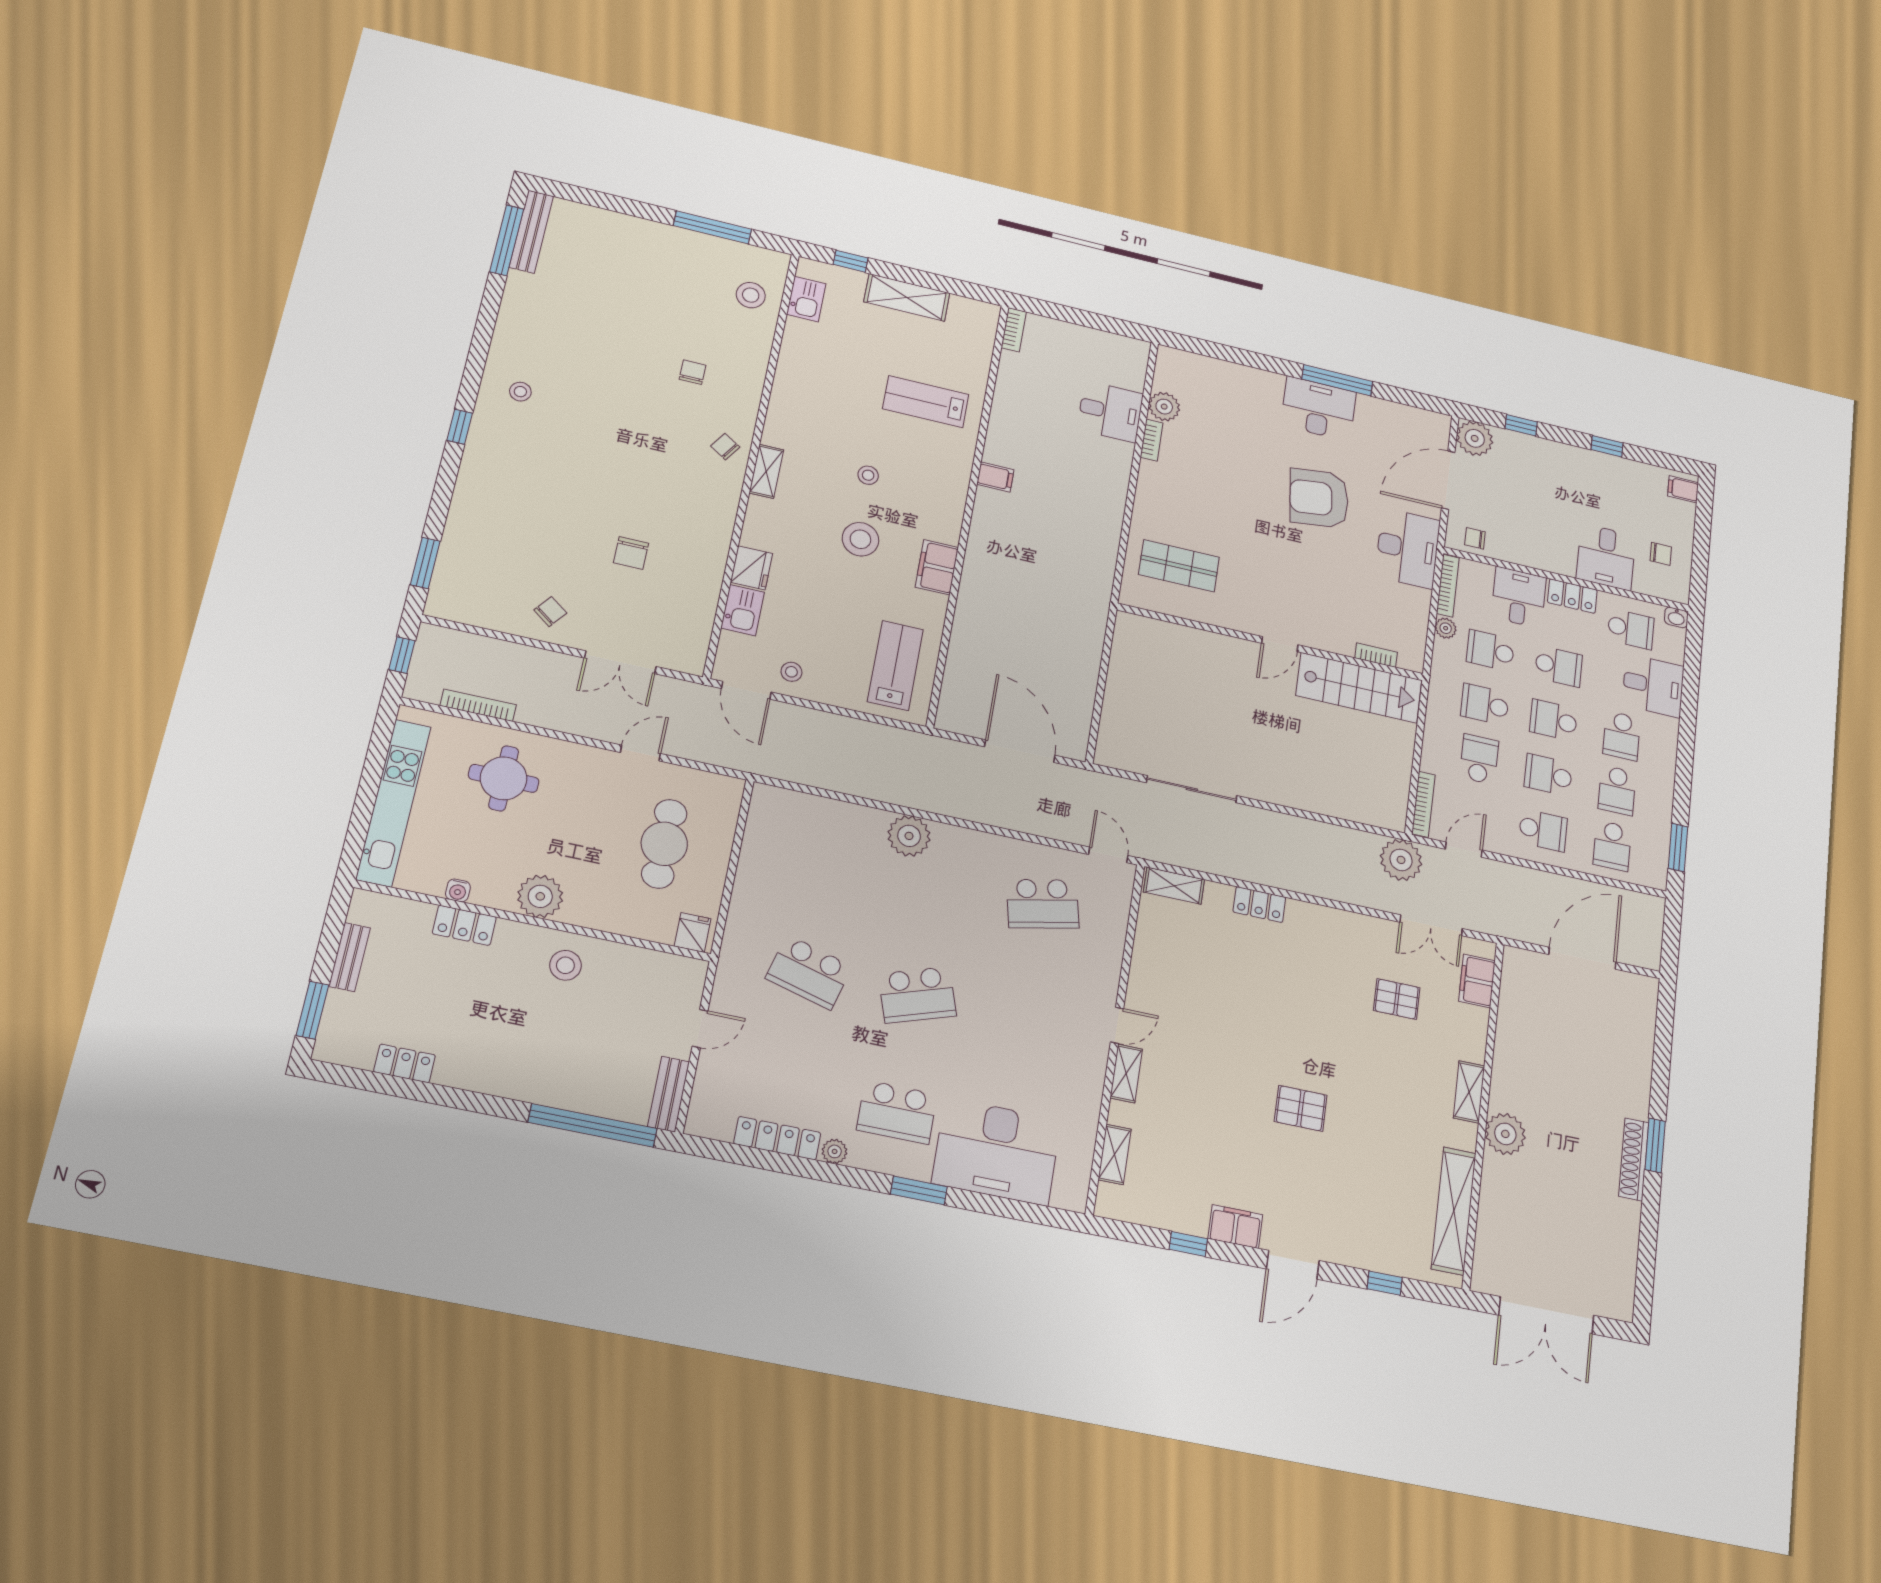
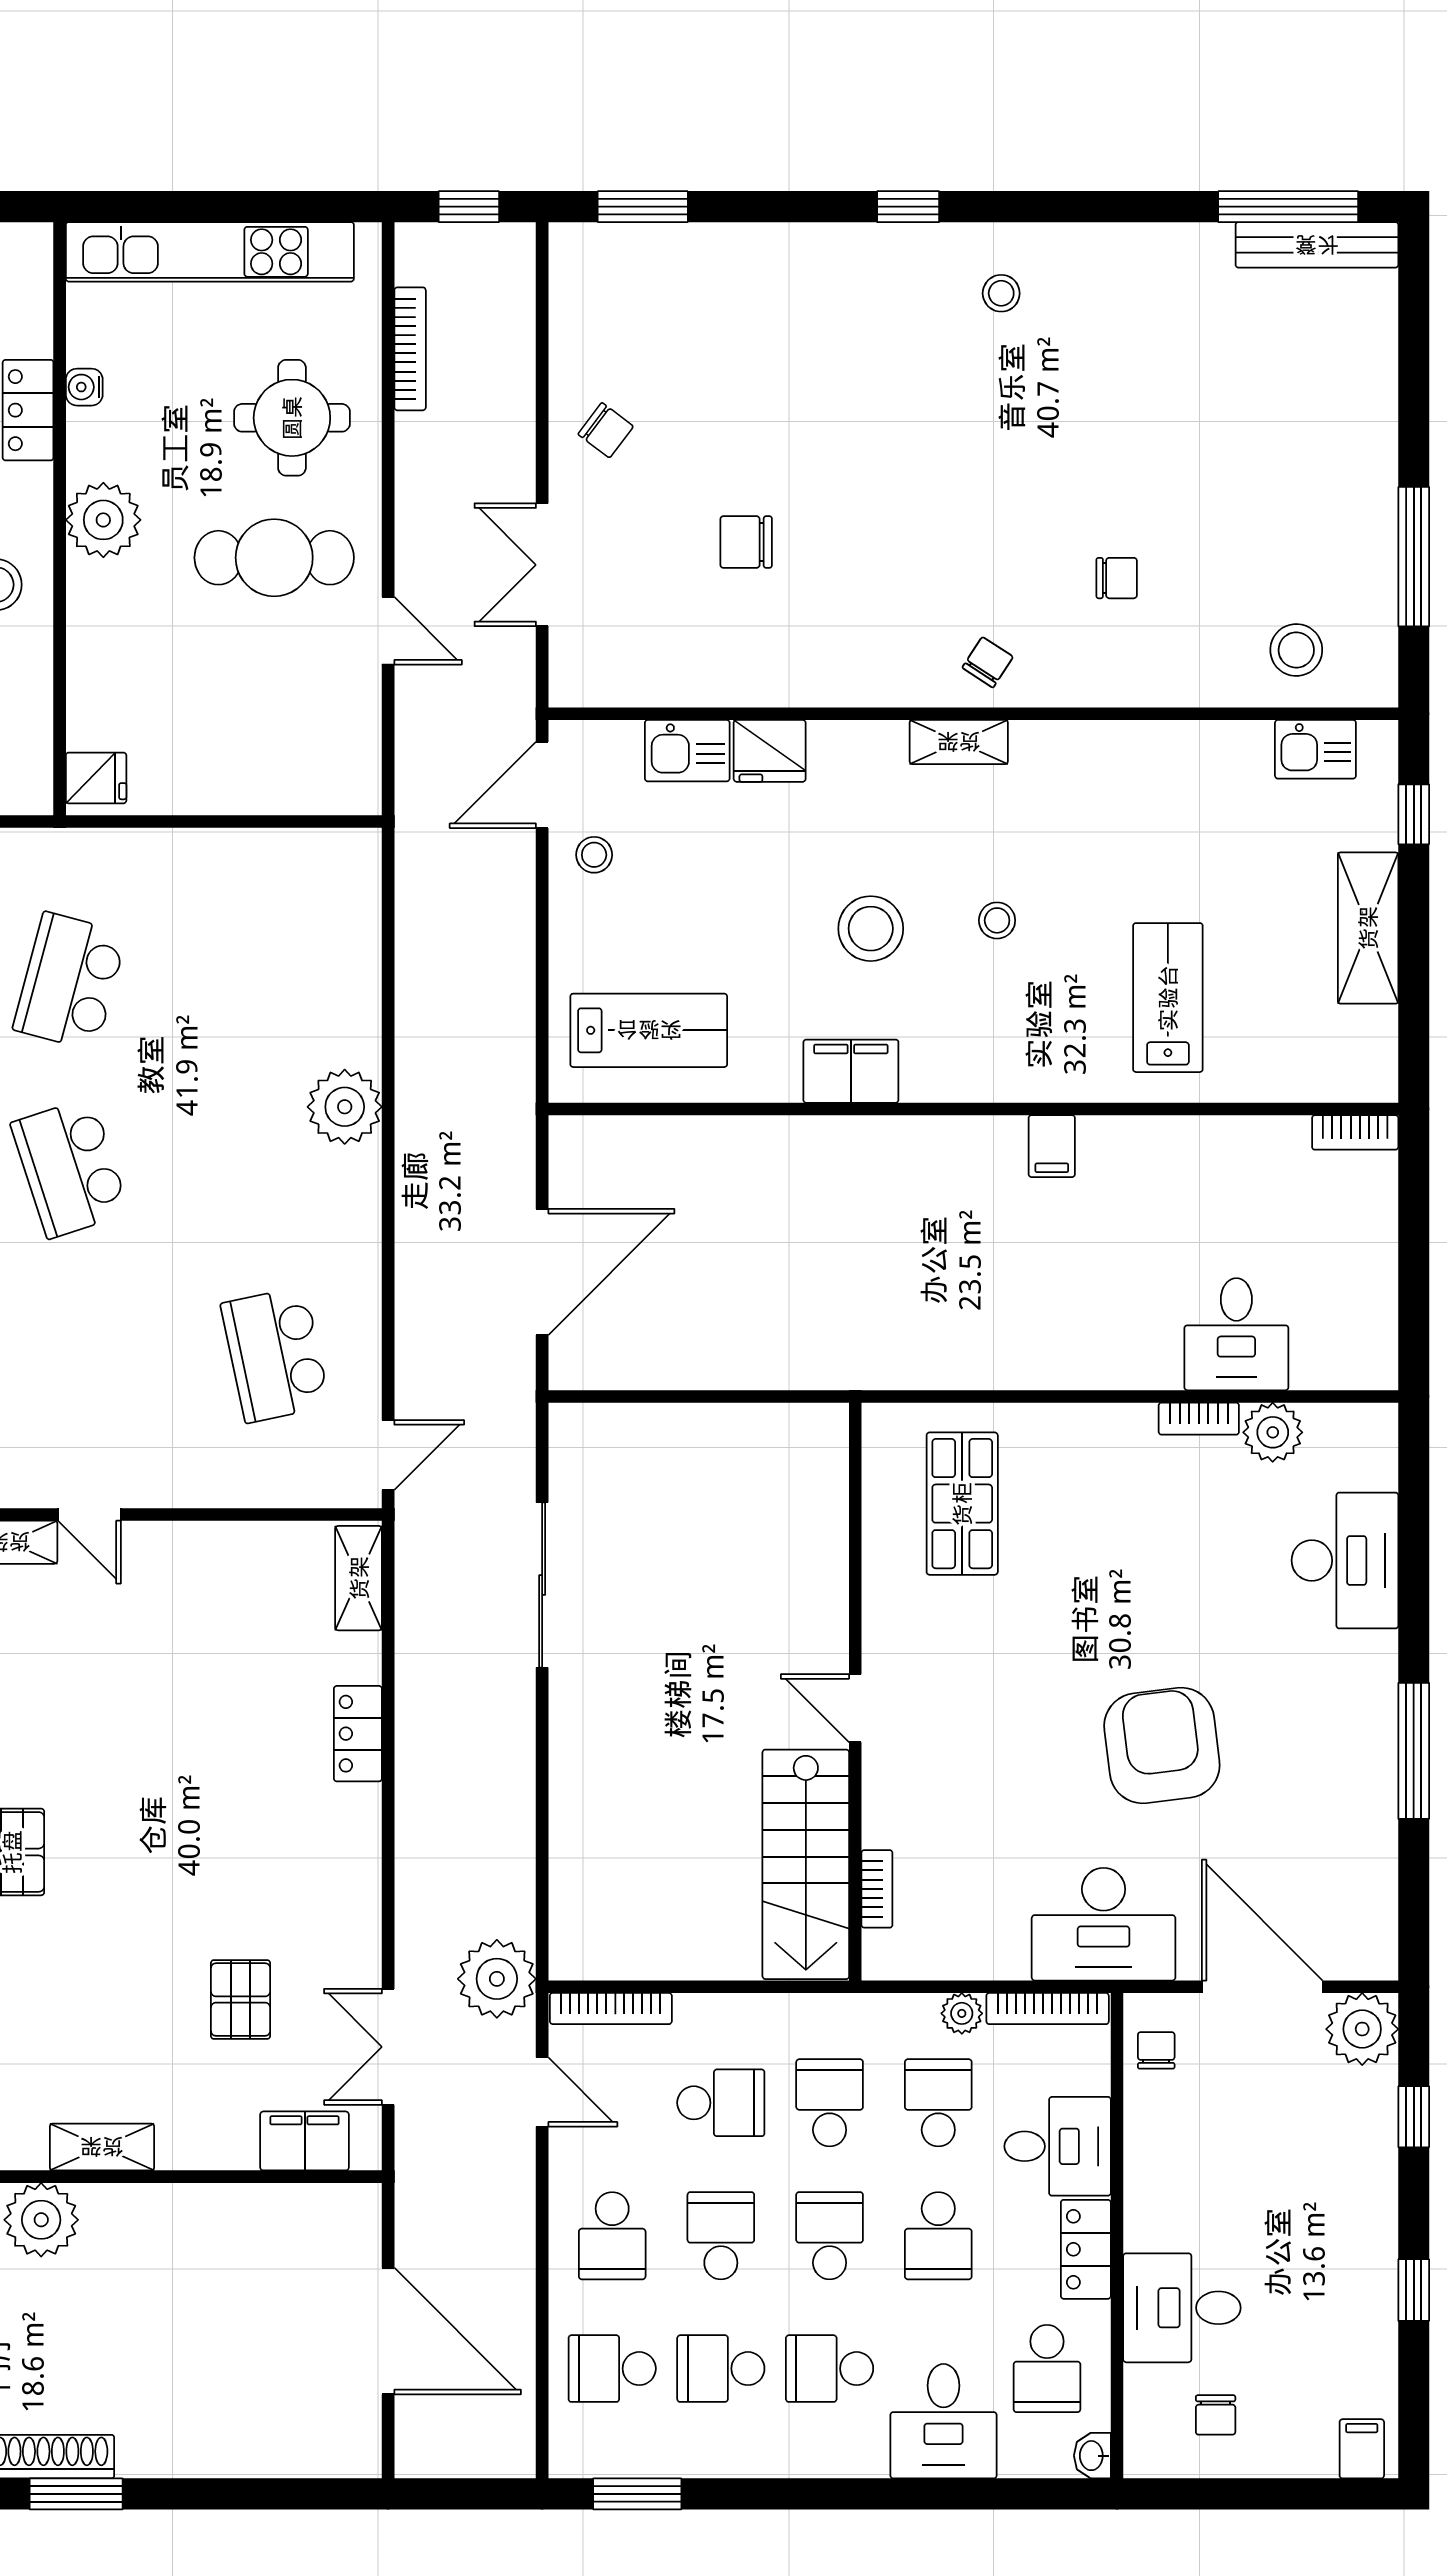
desk: (1318, 409) -> (1345, 1560), moved
cafe table: (664, 844) -> (274, 558), moved

